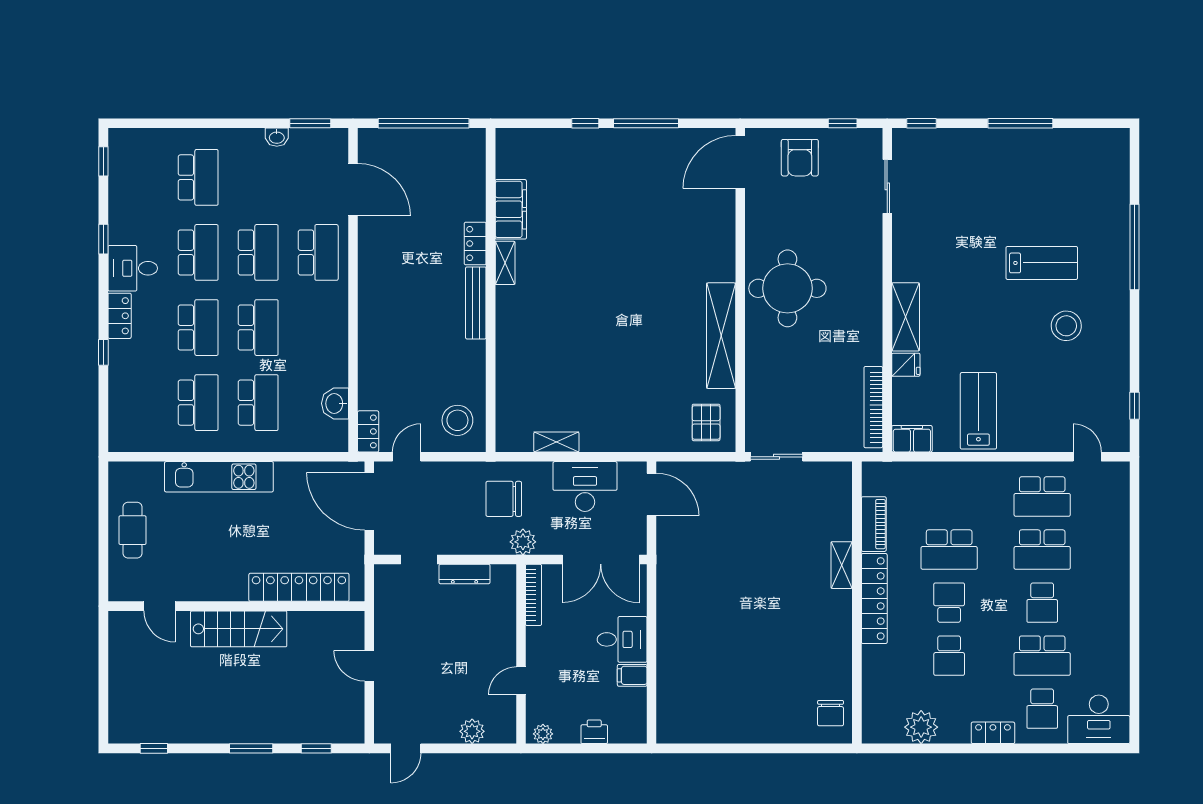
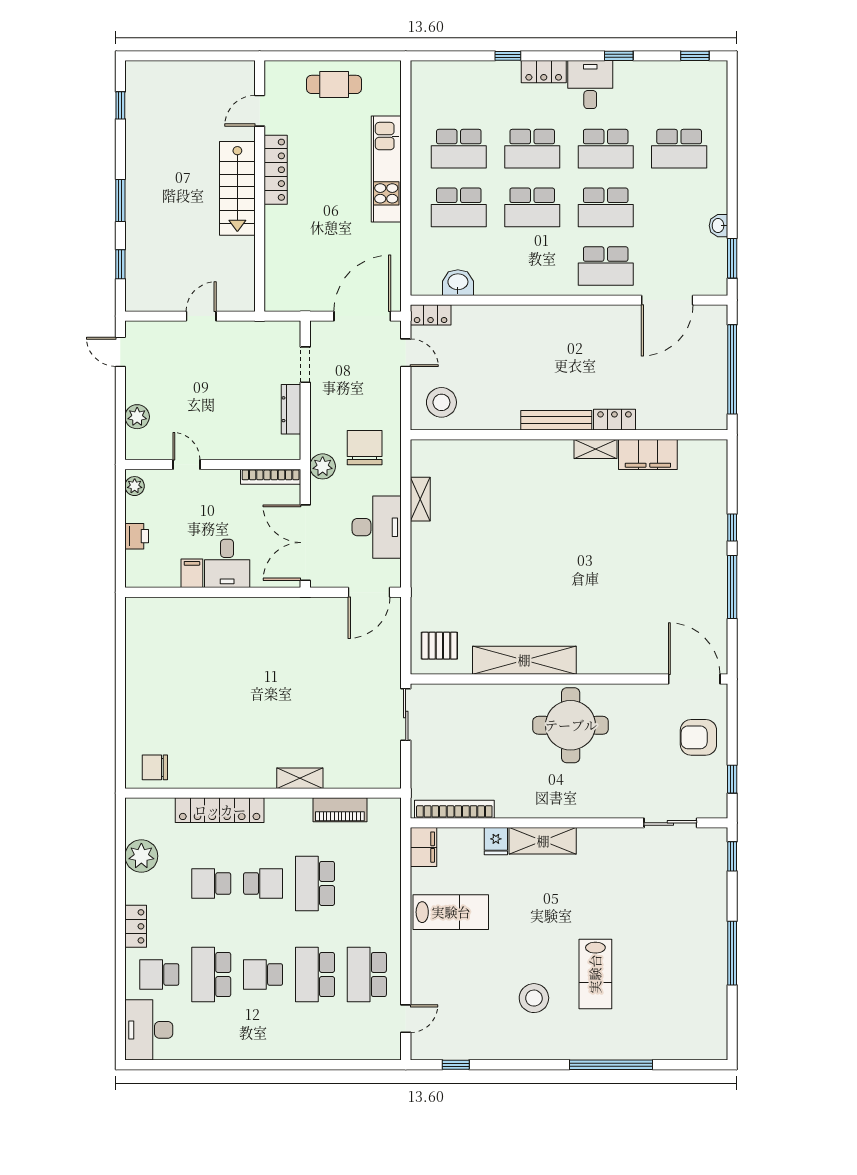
locker: (299, 587) -> (276, 170), moved, width x0.71, depth x0.83
locker: (874, 599) -> (220, 810), moved

